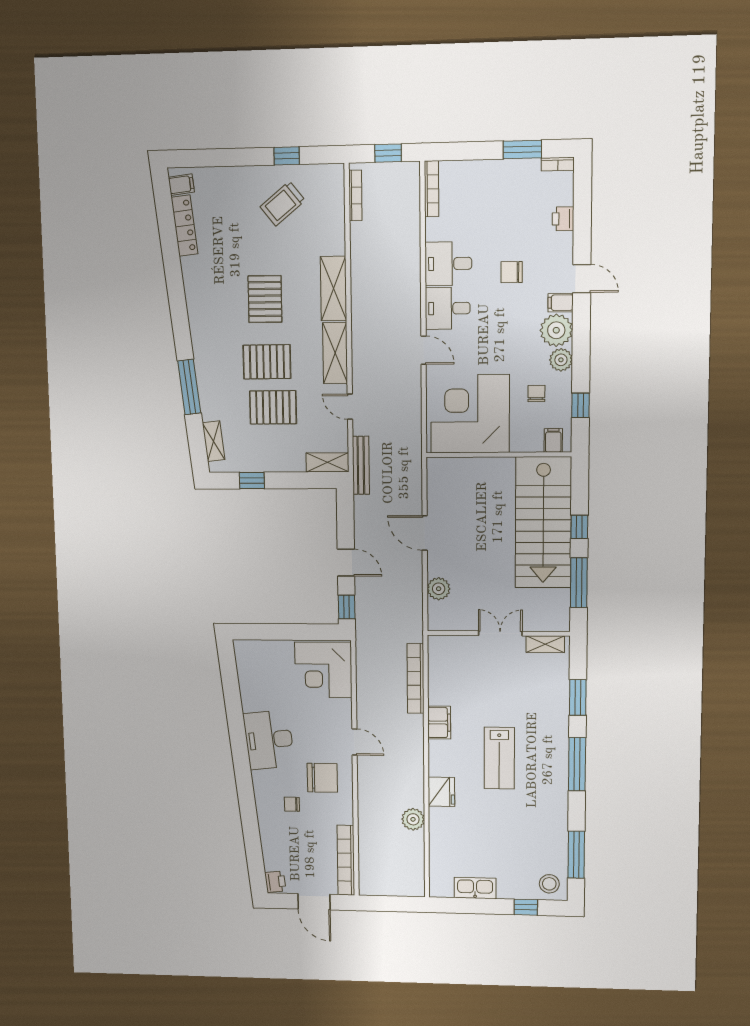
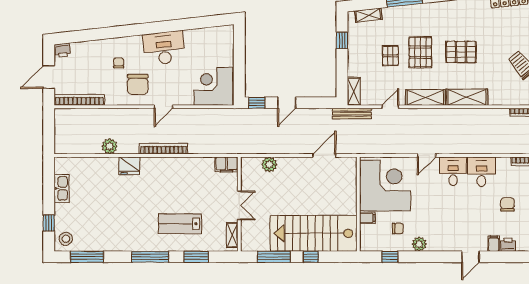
chair: (512, 272) -> (507, 205), moved
filing cabinet: (561, 303) -> (494, 244), moved
plant: (556, 330) -> (438, 241), removed
pallet: (273, 407) -> (390, 56), width x0.67, depth x0.71
filing cabinet: (553, 440) -> (367, 218), moved
door: (425, 533) -> (324, 155), moved
bookcase: (415, 678) -> (164, 149), moved
filing cabinet: (439, 723) -> (227, 164), moved
lab bench: (499, 758) -> (180, 224), moved

